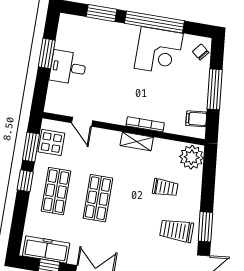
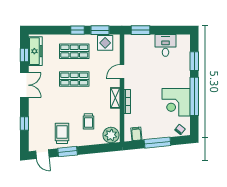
window: (47, 53) -> (140, 30), moved
desk: (68, 67) -> (165, 45), moved
door: (82, 122) -> (122, 71), moved

